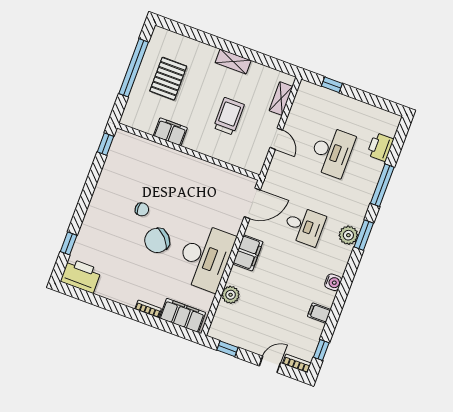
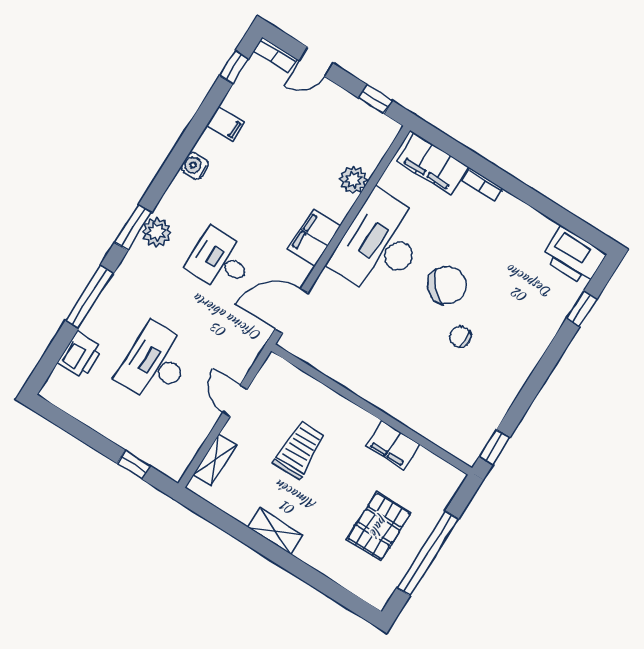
trolley: (229, 116) -> (299, 450), turned 180

